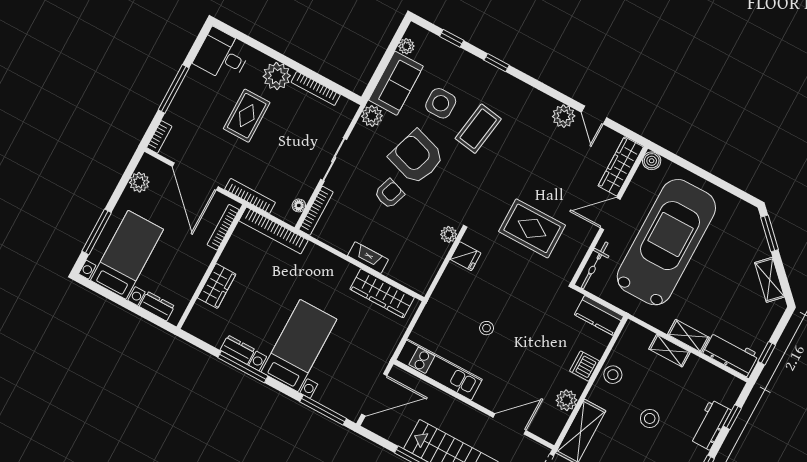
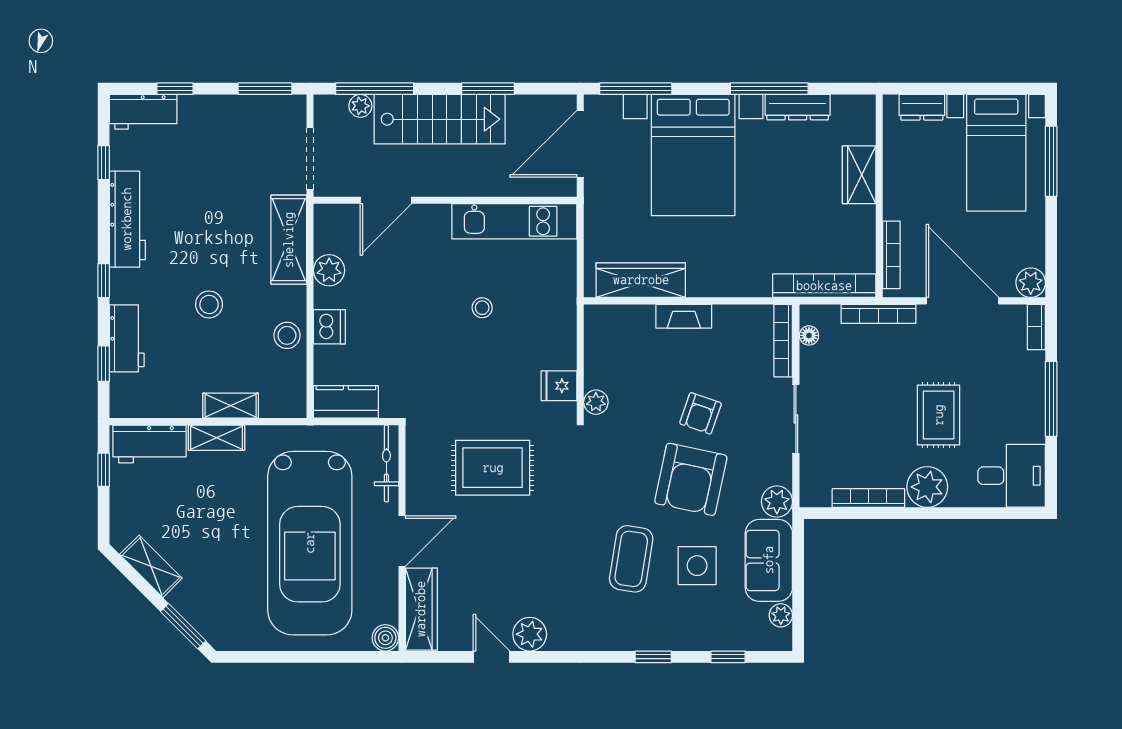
armchair: (417, 157) -> (691, 479), turned 84
plant: (139, 182) -> (1031, 283), moved
bed with nightstands: (299, 346) -> (693, 155), width x1.36
dresser: (238, 350) -> (798, 107), width x1.44

